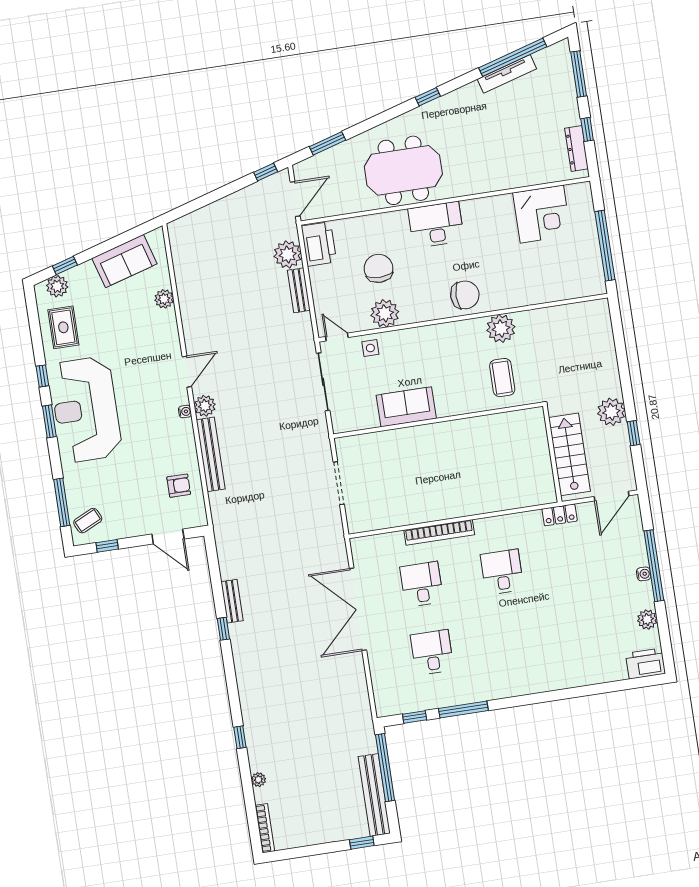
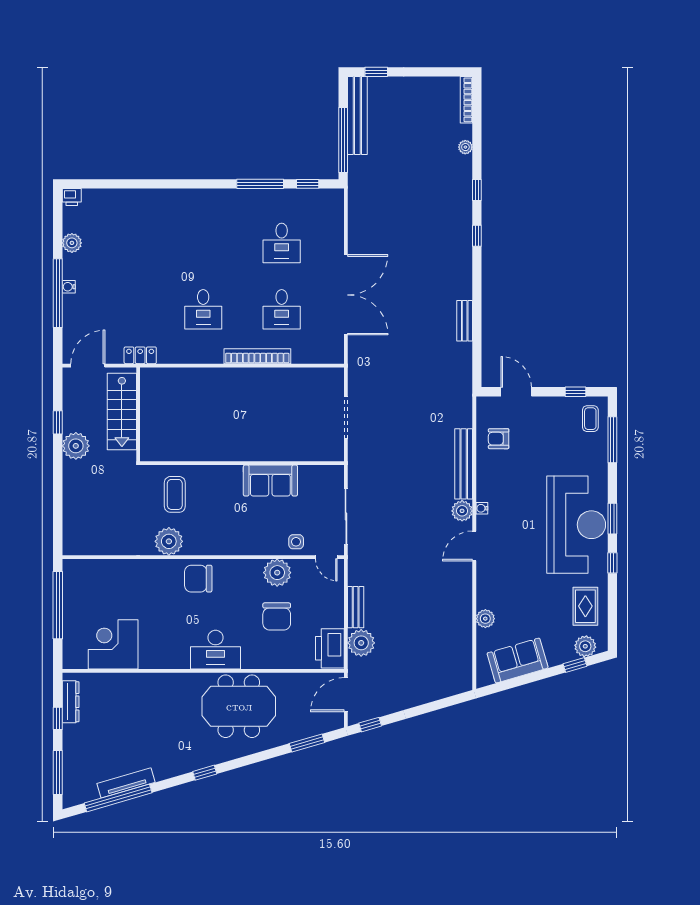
coffee table: (88, 521) -> (590, 419), turned -65
window: (223, 629) -> (477, 236), moved
printer: (646, 664) -> (72, 197), width x0.53, depth x0.68

